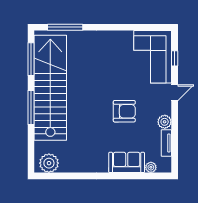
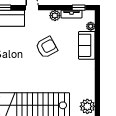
armchair: (124, 111) -> (47, 47), turned 61
window: (175, 152) -> (79, 8), added

